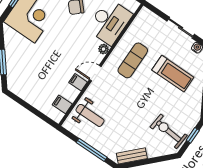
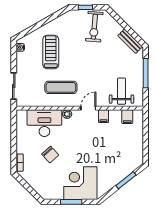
sliding door: (181, 28) -> (14, 86), moved
door: (95, 73) -> (88, 108), swing flipped

